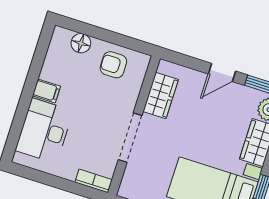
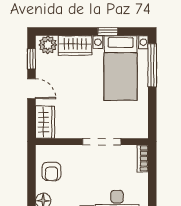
wardrobe: (161, 95) -> (45, 122), moved, turned 90

